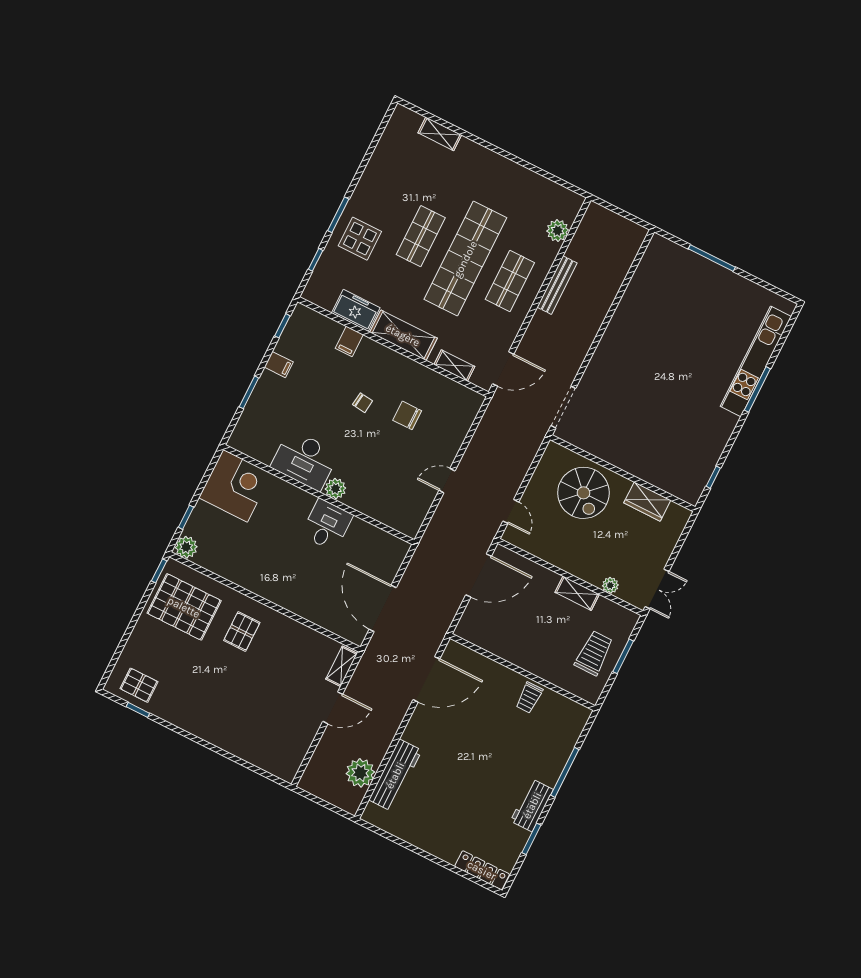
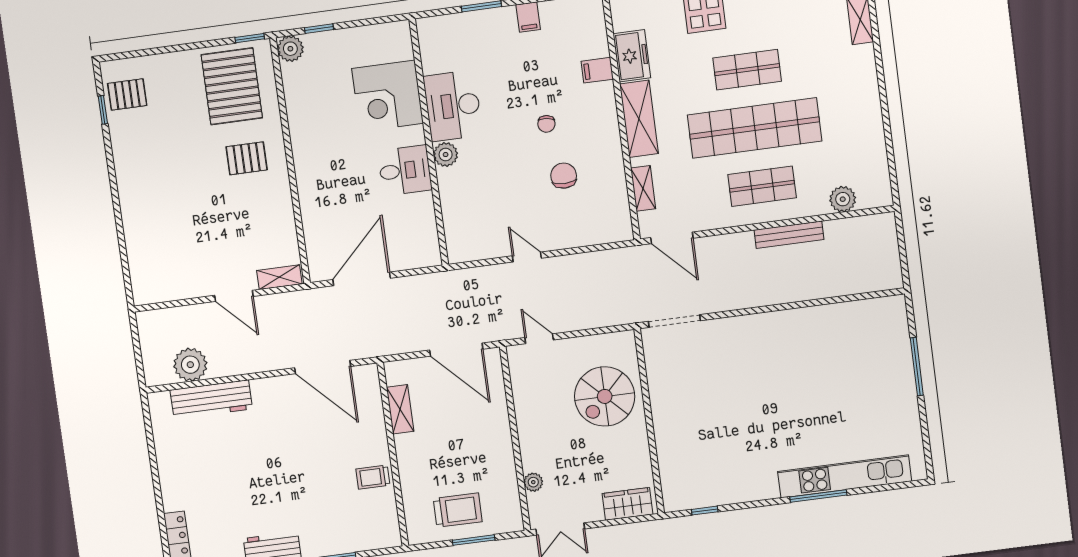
corner desk: (235, 486) -> (388, 96), moved, turned 90
wardrobe: (647, 502) -> (627, 504), moved, turned 90
door: (511, 511) -> (539, 339), swing flipped
shelving: (577, 593) -> (400, 409), moved
pallet: (139, 685) -> (127, 94), turned 90

